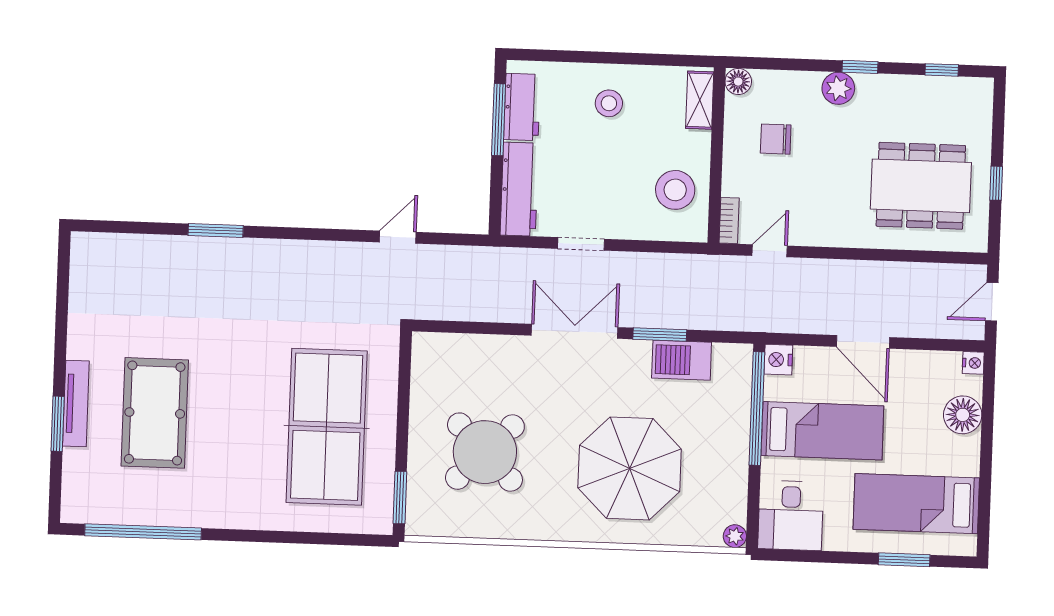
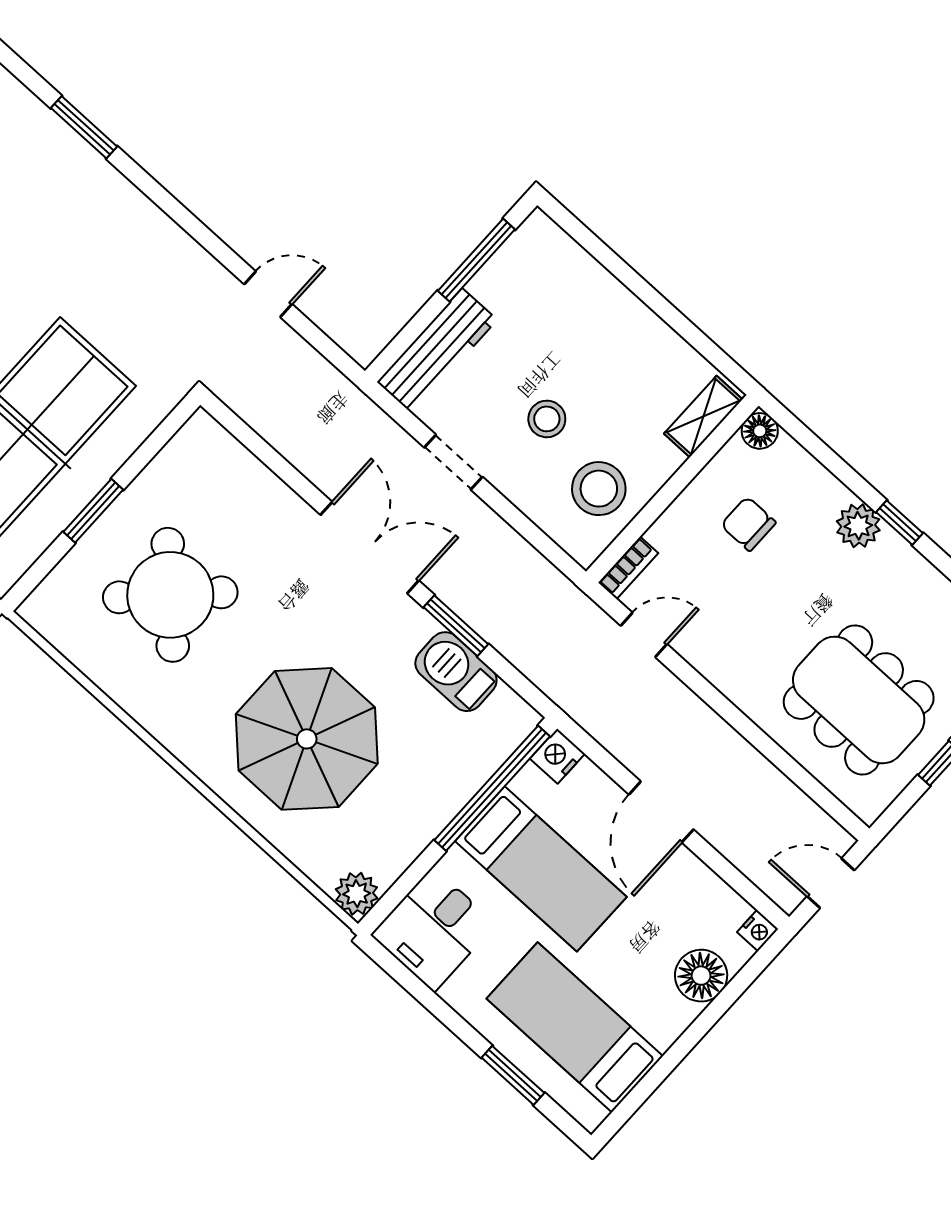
stool: (609, 103) -> (547, 419), moved
workbench: (522, 107) -> (512, 268), removed
window: (400, 498) -> (93, 511), moved
plant: (735, 536) -> (357, 894), width x1.38, depth x1.38

